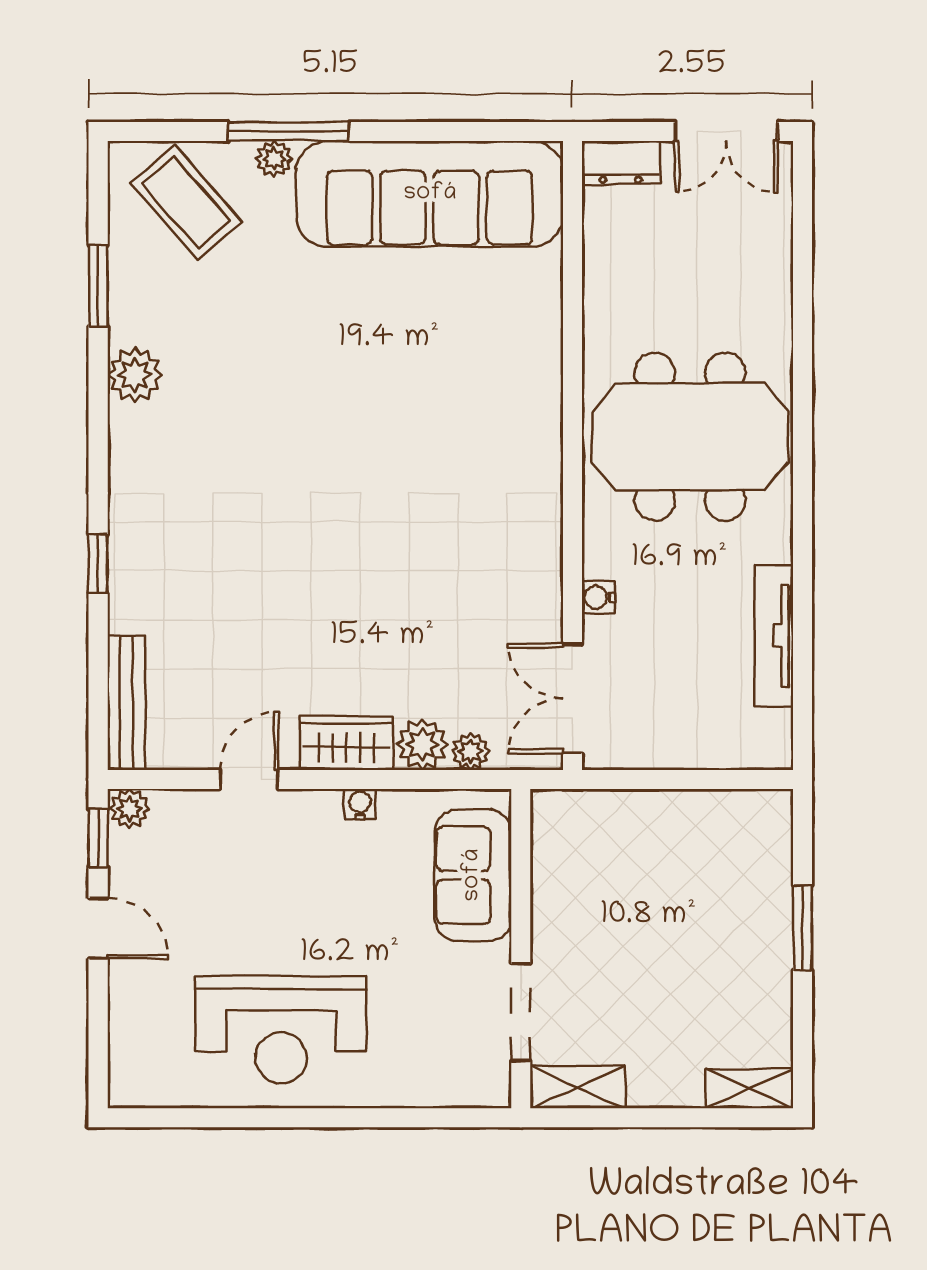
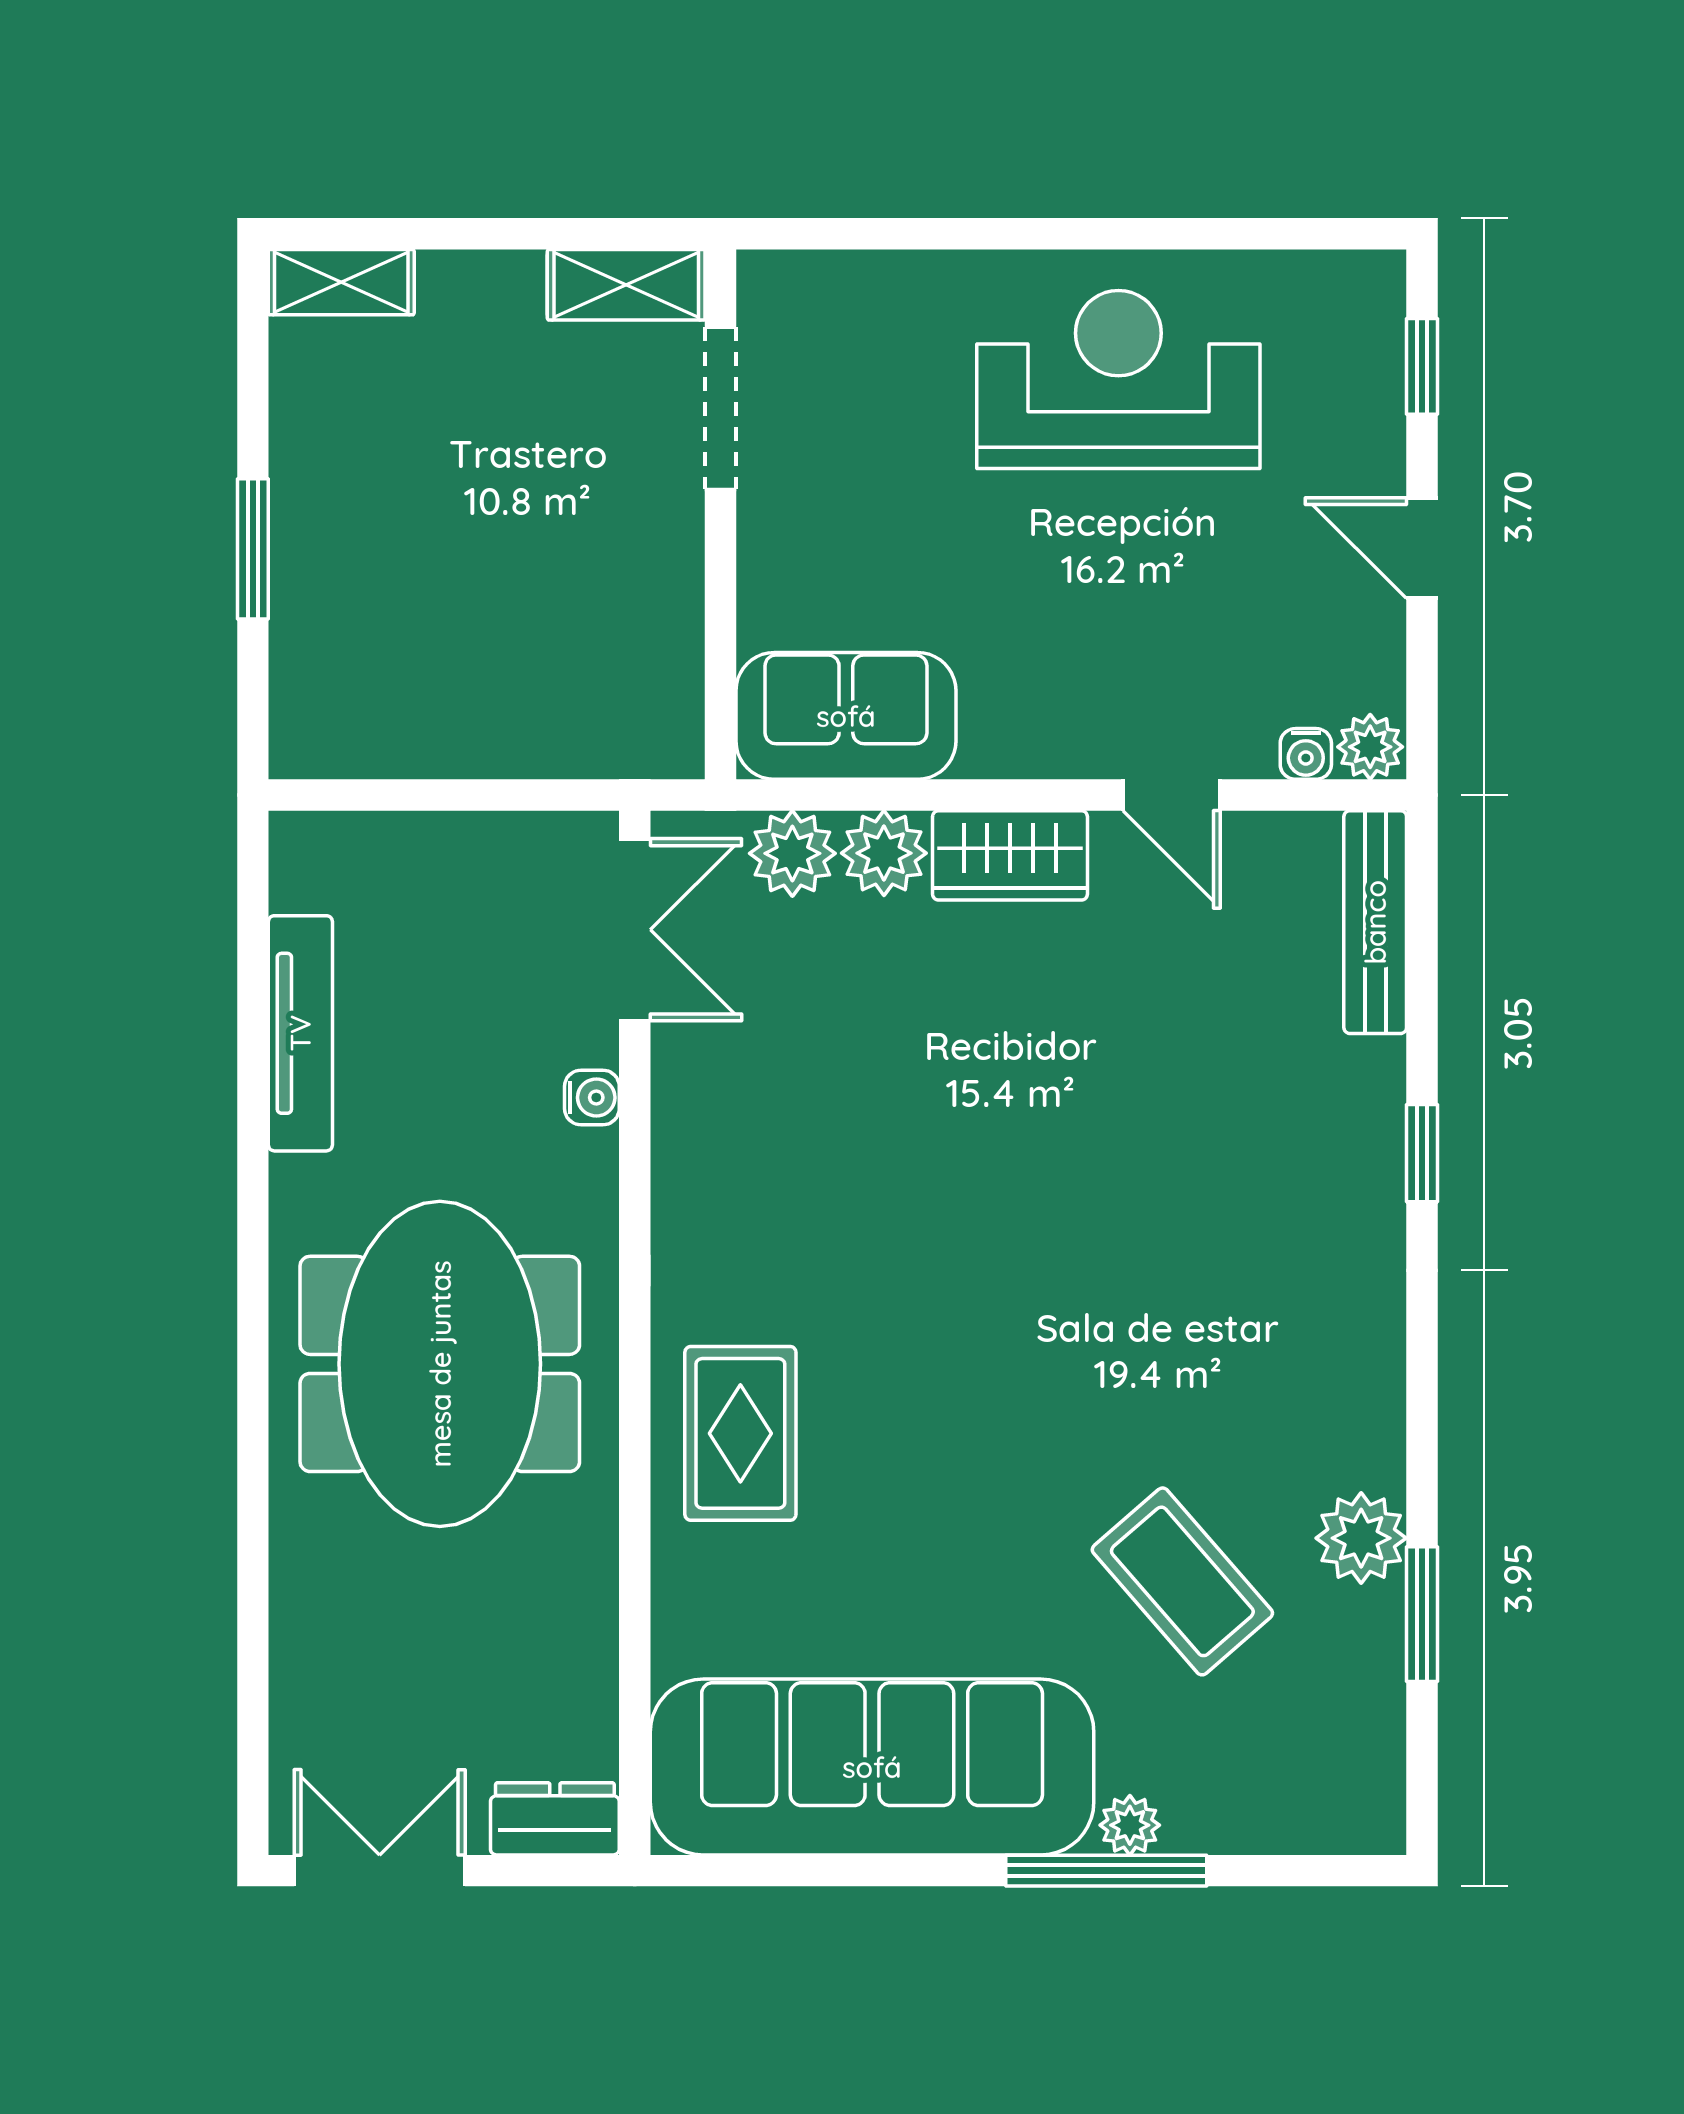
coffee table: (186, 203) -> (1182, 1581), moved
plant: (135, 375) -> (1361, 1538), moved
rug: (509, 395) -> (740, 1433), added
meeting table: (690, 437) -> (440, 1364), turned 90
plant: (470, 751) -> (792, 853), width x1.38, depth x1.38
door: (249, 780) -> (1172, 795), hinge flipped
water cooler: (360, 804) -> (1306, 754), moved
window: (98, 838) -> (1422, 366), moved
sofa: (473, 875) -> (846, 716), moved, turned -90

